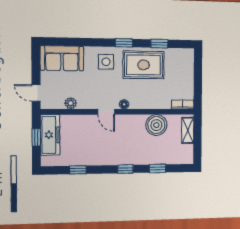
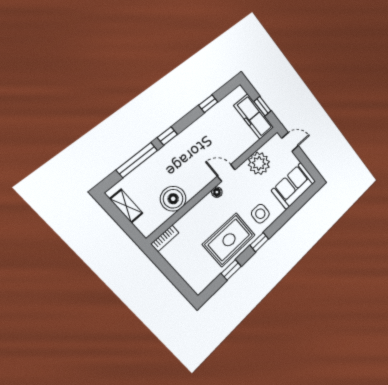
plant: (71, 103) -> (259, 163), width x1.87, depth x1.87
shelving: (188, 130) -> (126, 206), moved
window: (158, 169) -> (137, 160), width x2.17

